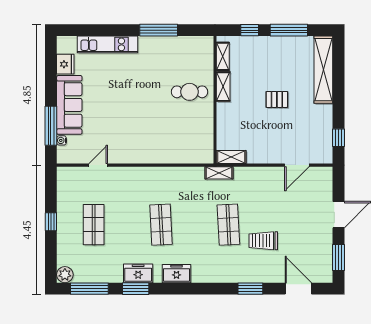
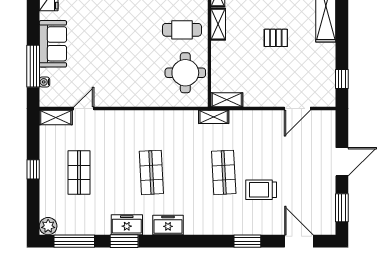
sofa: (69, 105) -> (53, 44), width x0.73
round table: (193, 132) -> (185, 73), added
shelving: (72, 173) -> (56, 117), added

